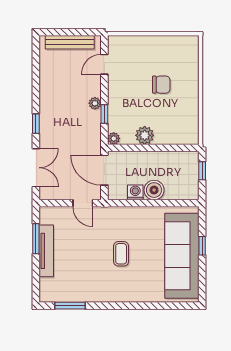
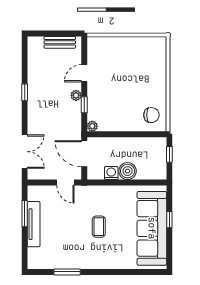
bench: (70, 42) -> (60, 42), width x0.73
door: (104, 64) -> (84, 73), moved
chair: (161, 85) -> (151, 115), moved
window: (36, 124) -> (25, 92), moved
plant: (145, 135) -> (119, 123), removed
window: (70, 306) -> (67, 272), moved

